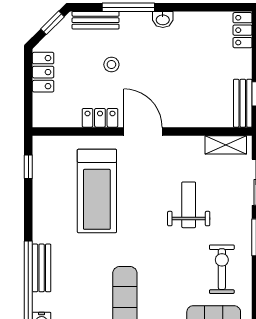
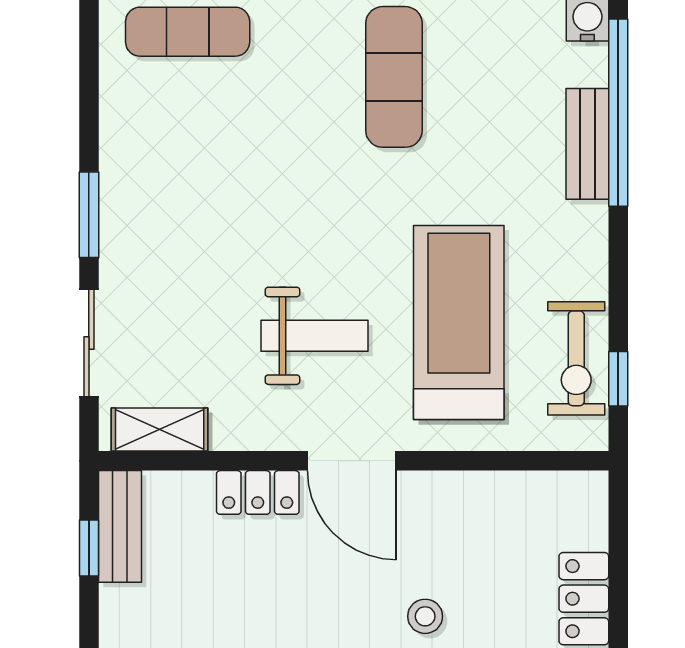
locker: (100, 118) -> (258, 492), moved
weight bench: (189, 205) -> (314, 336), moved, turned -90
exercise bike: (222, 269) -> (576, 358), moved

